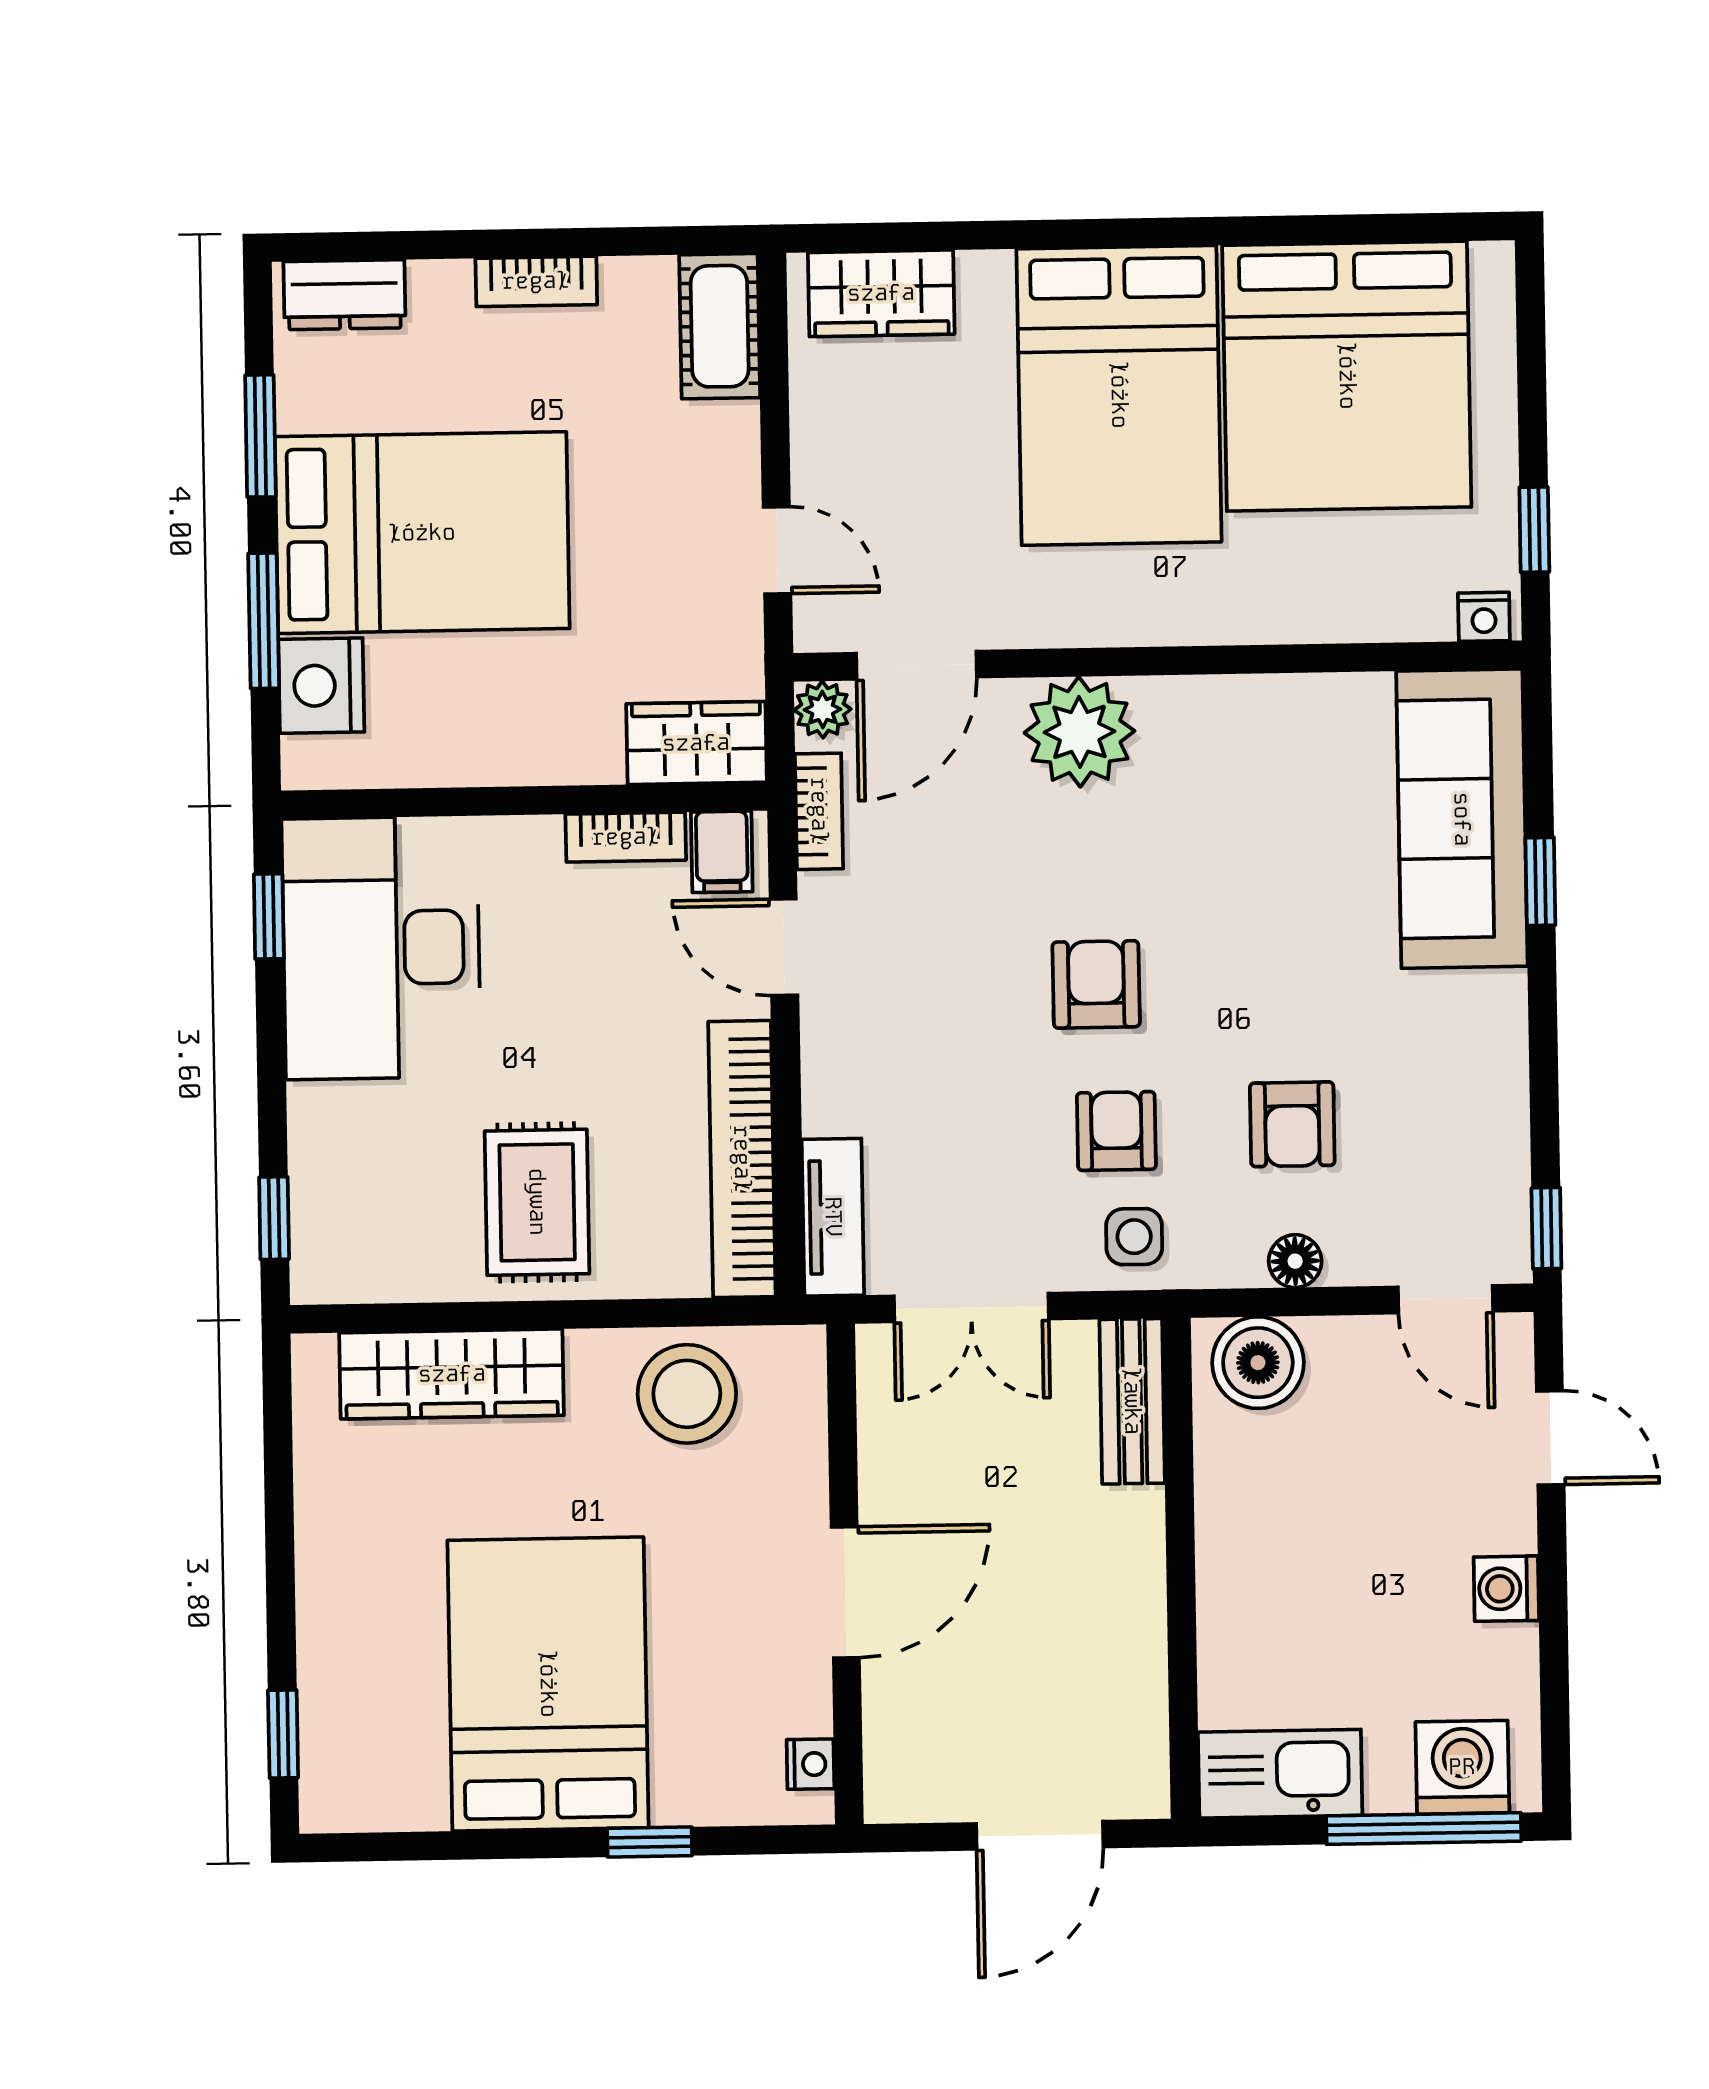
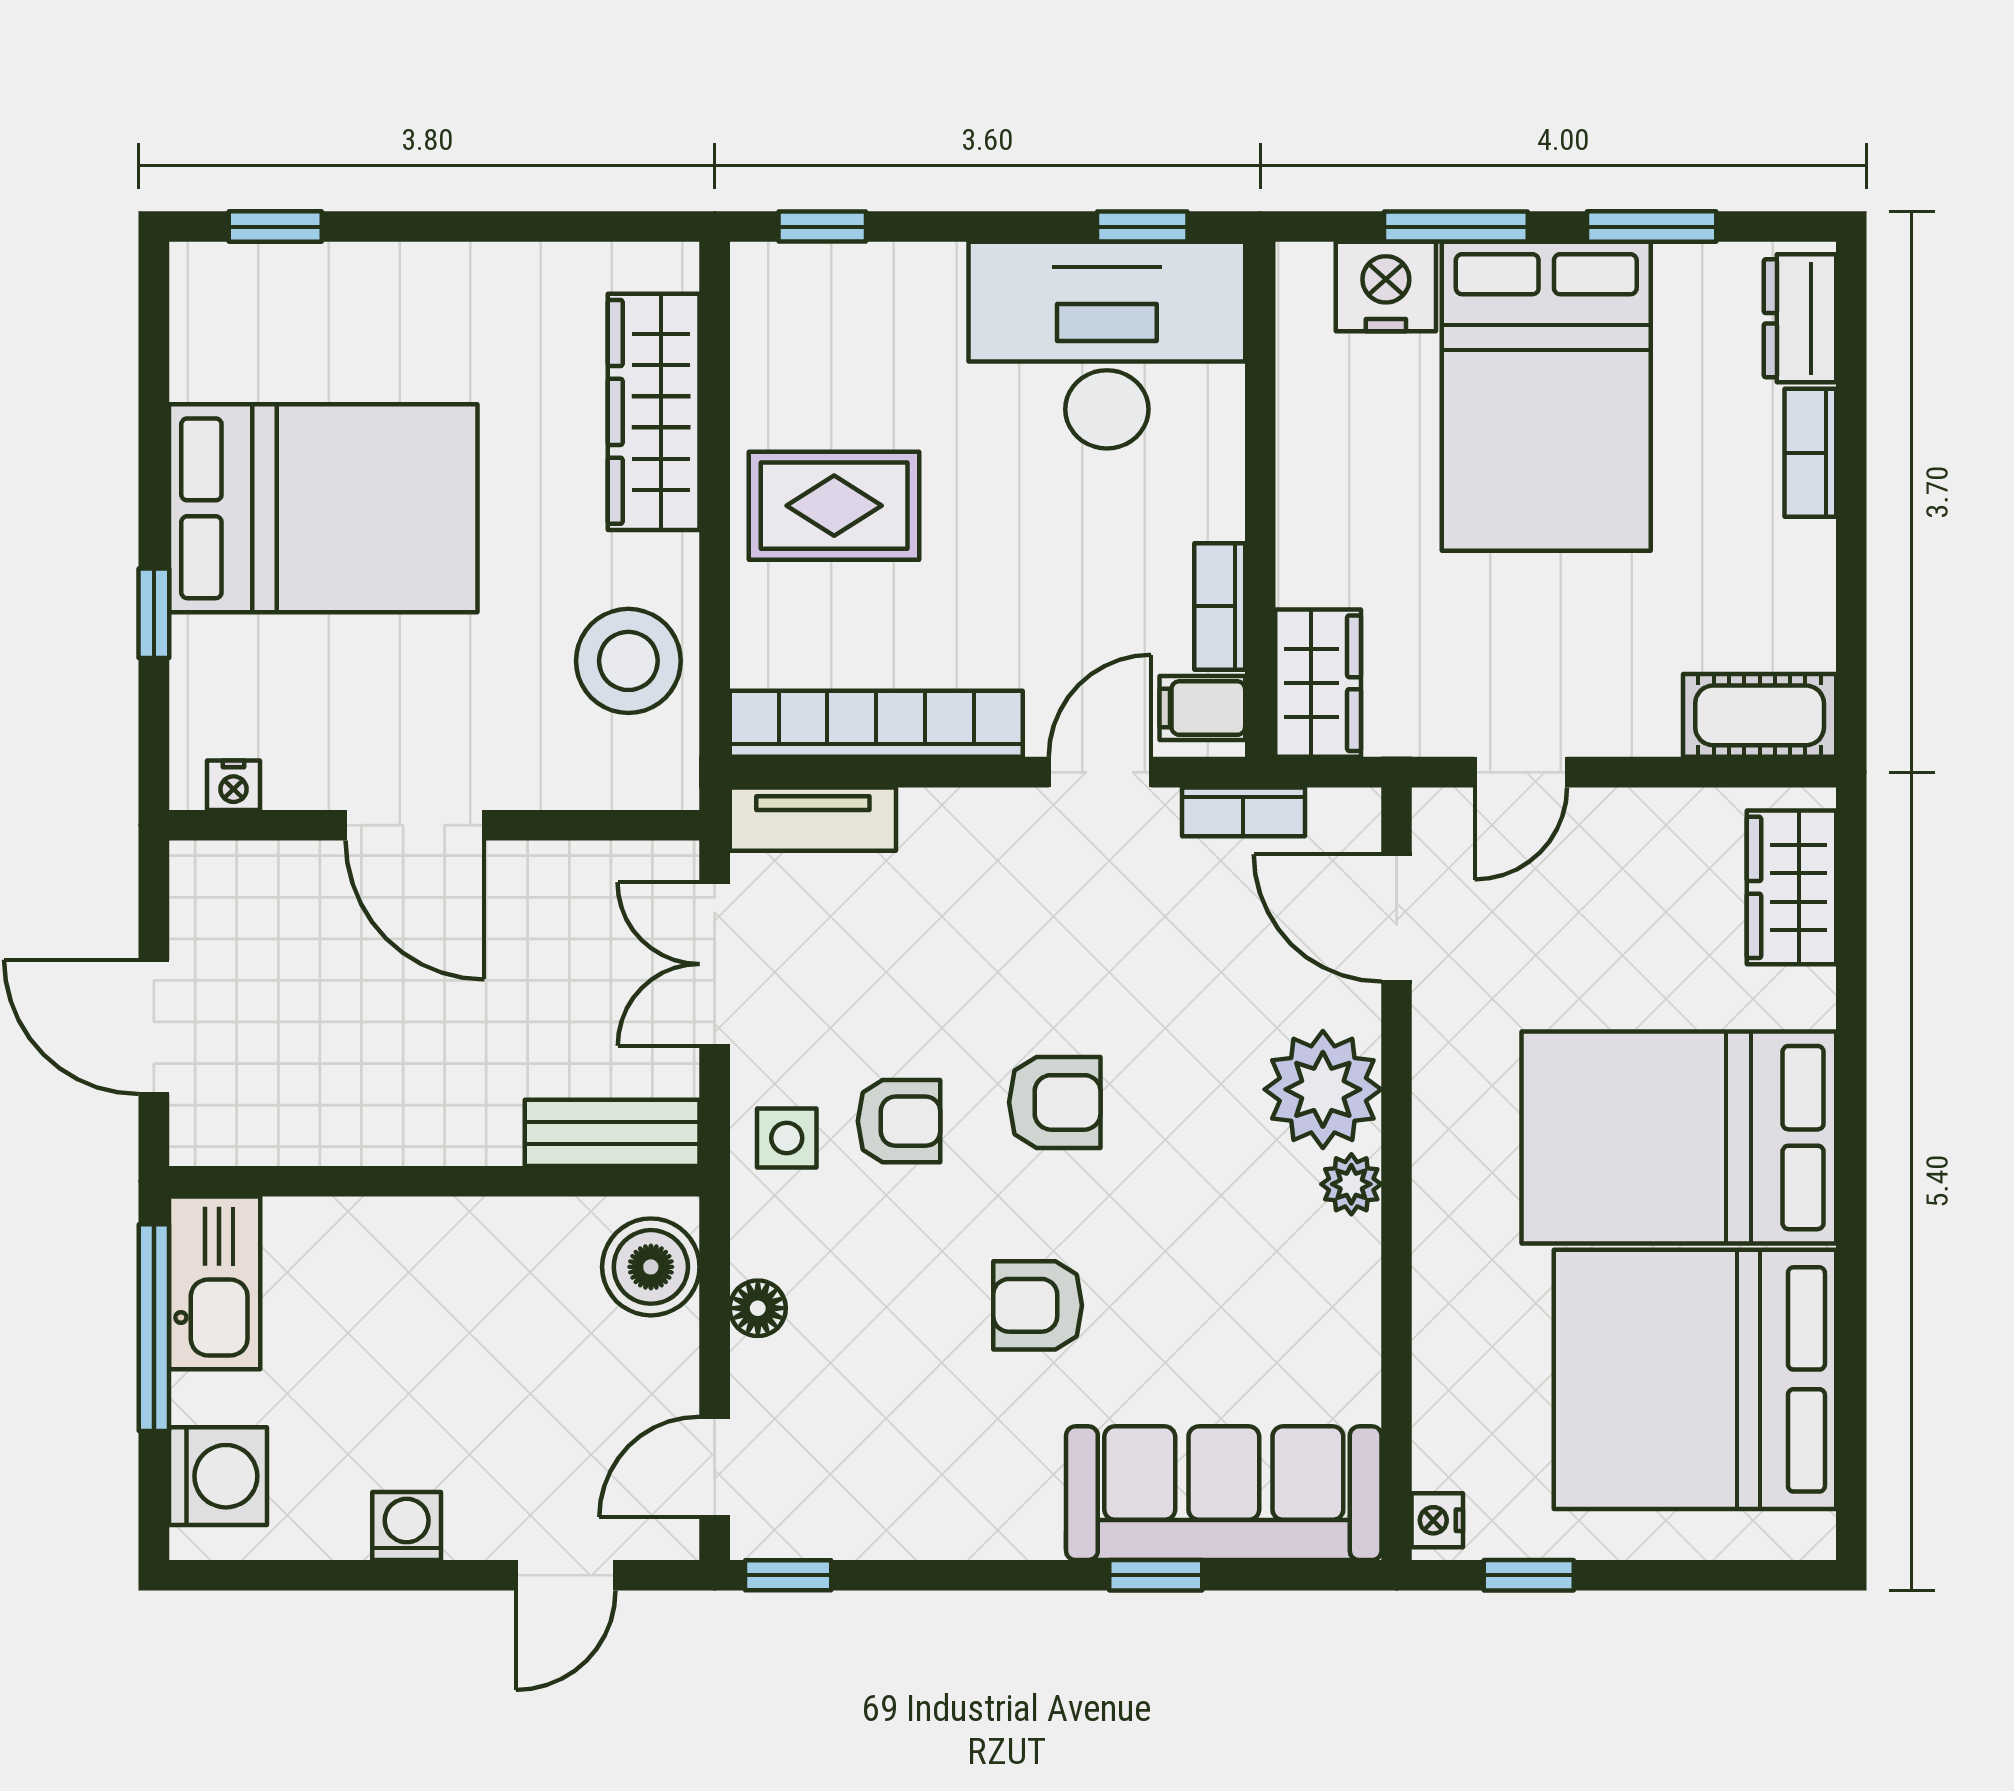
bookcase: (536, 281) -> (1810, 453), moved
plant: (823, 710) -> (1351, 1184), moved
armchair: (1292, 1124) -> (1038, 1305), moved
window: (1424, 1828) -> (154, 1328), moved

